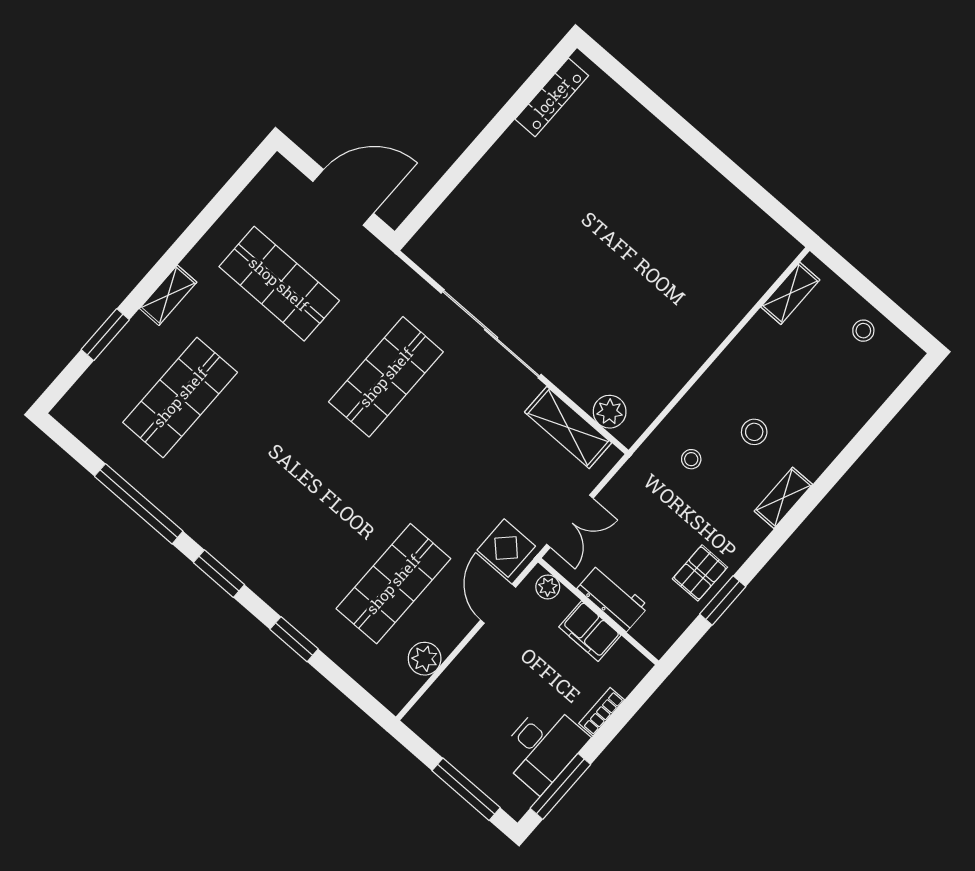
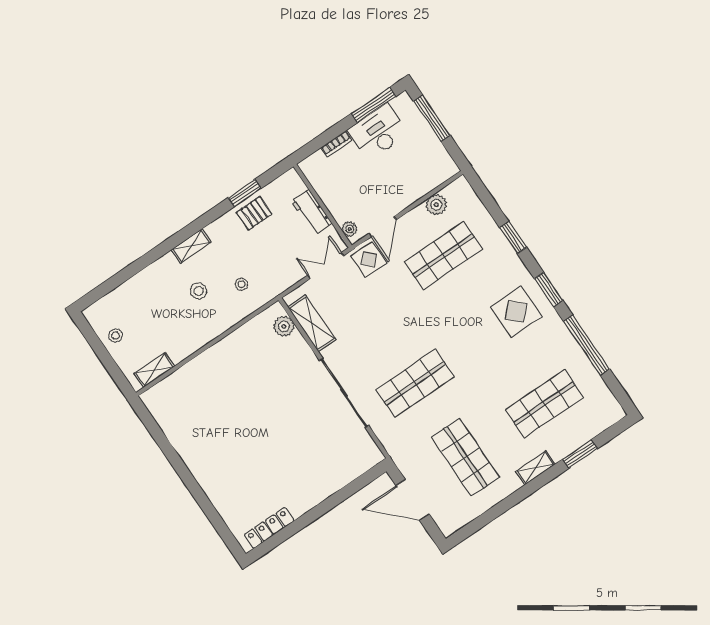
display table: (260, 527) -> (516, 312), added
filing cabinet: (590, 631) -> (331, 195), removed

